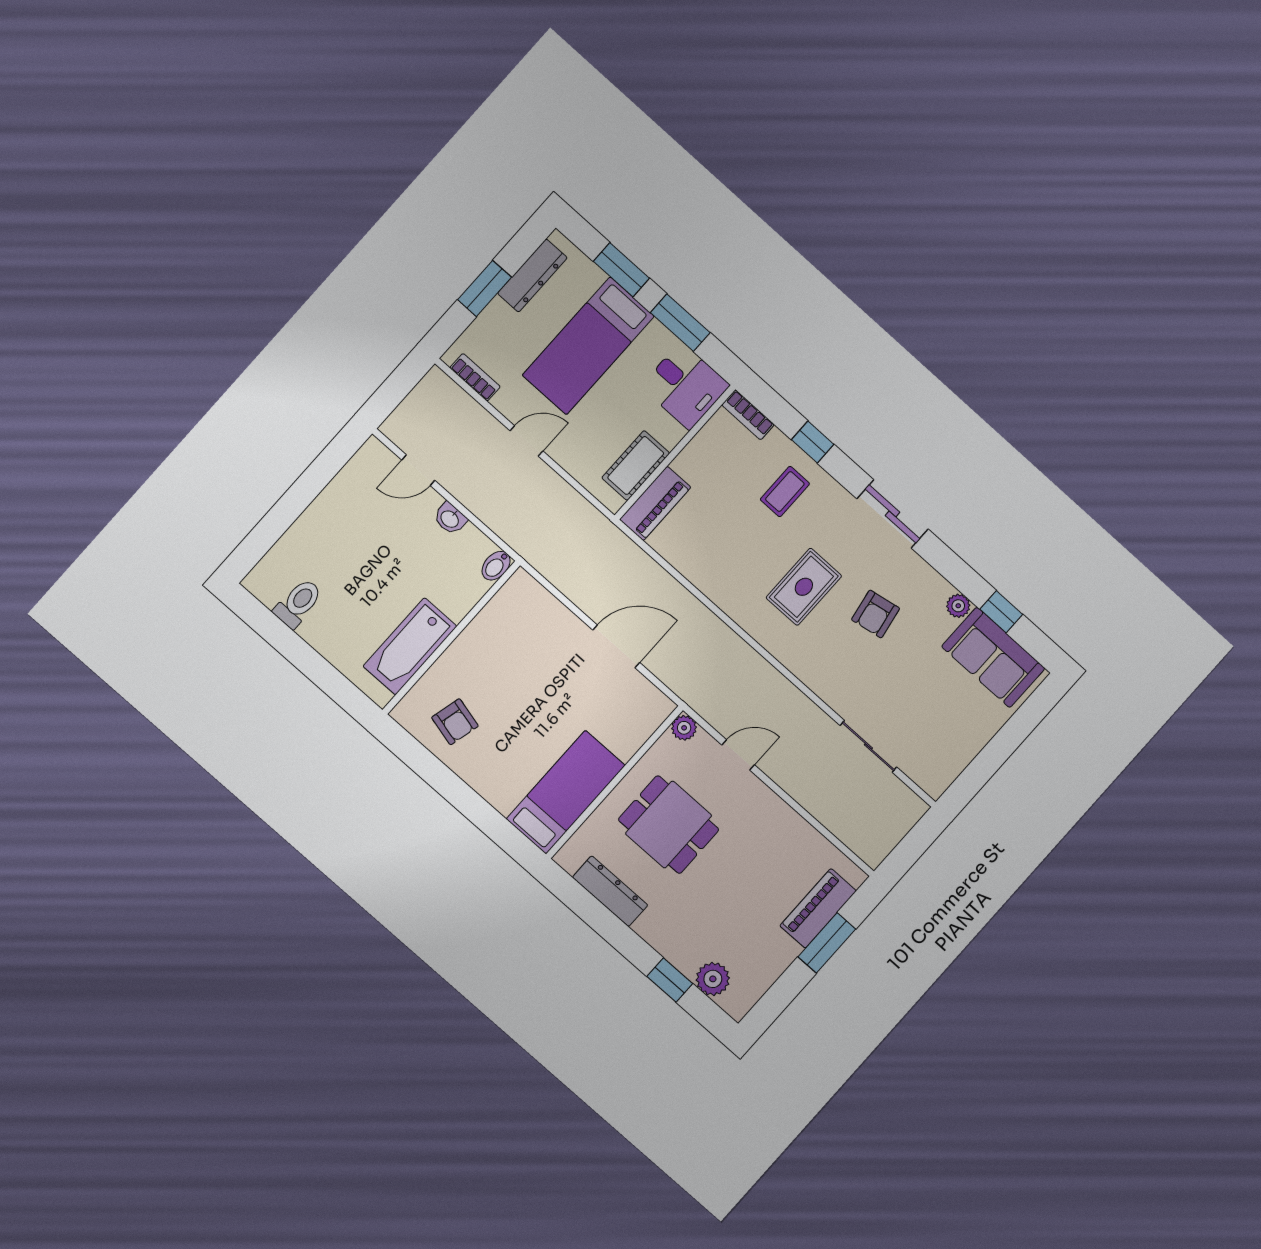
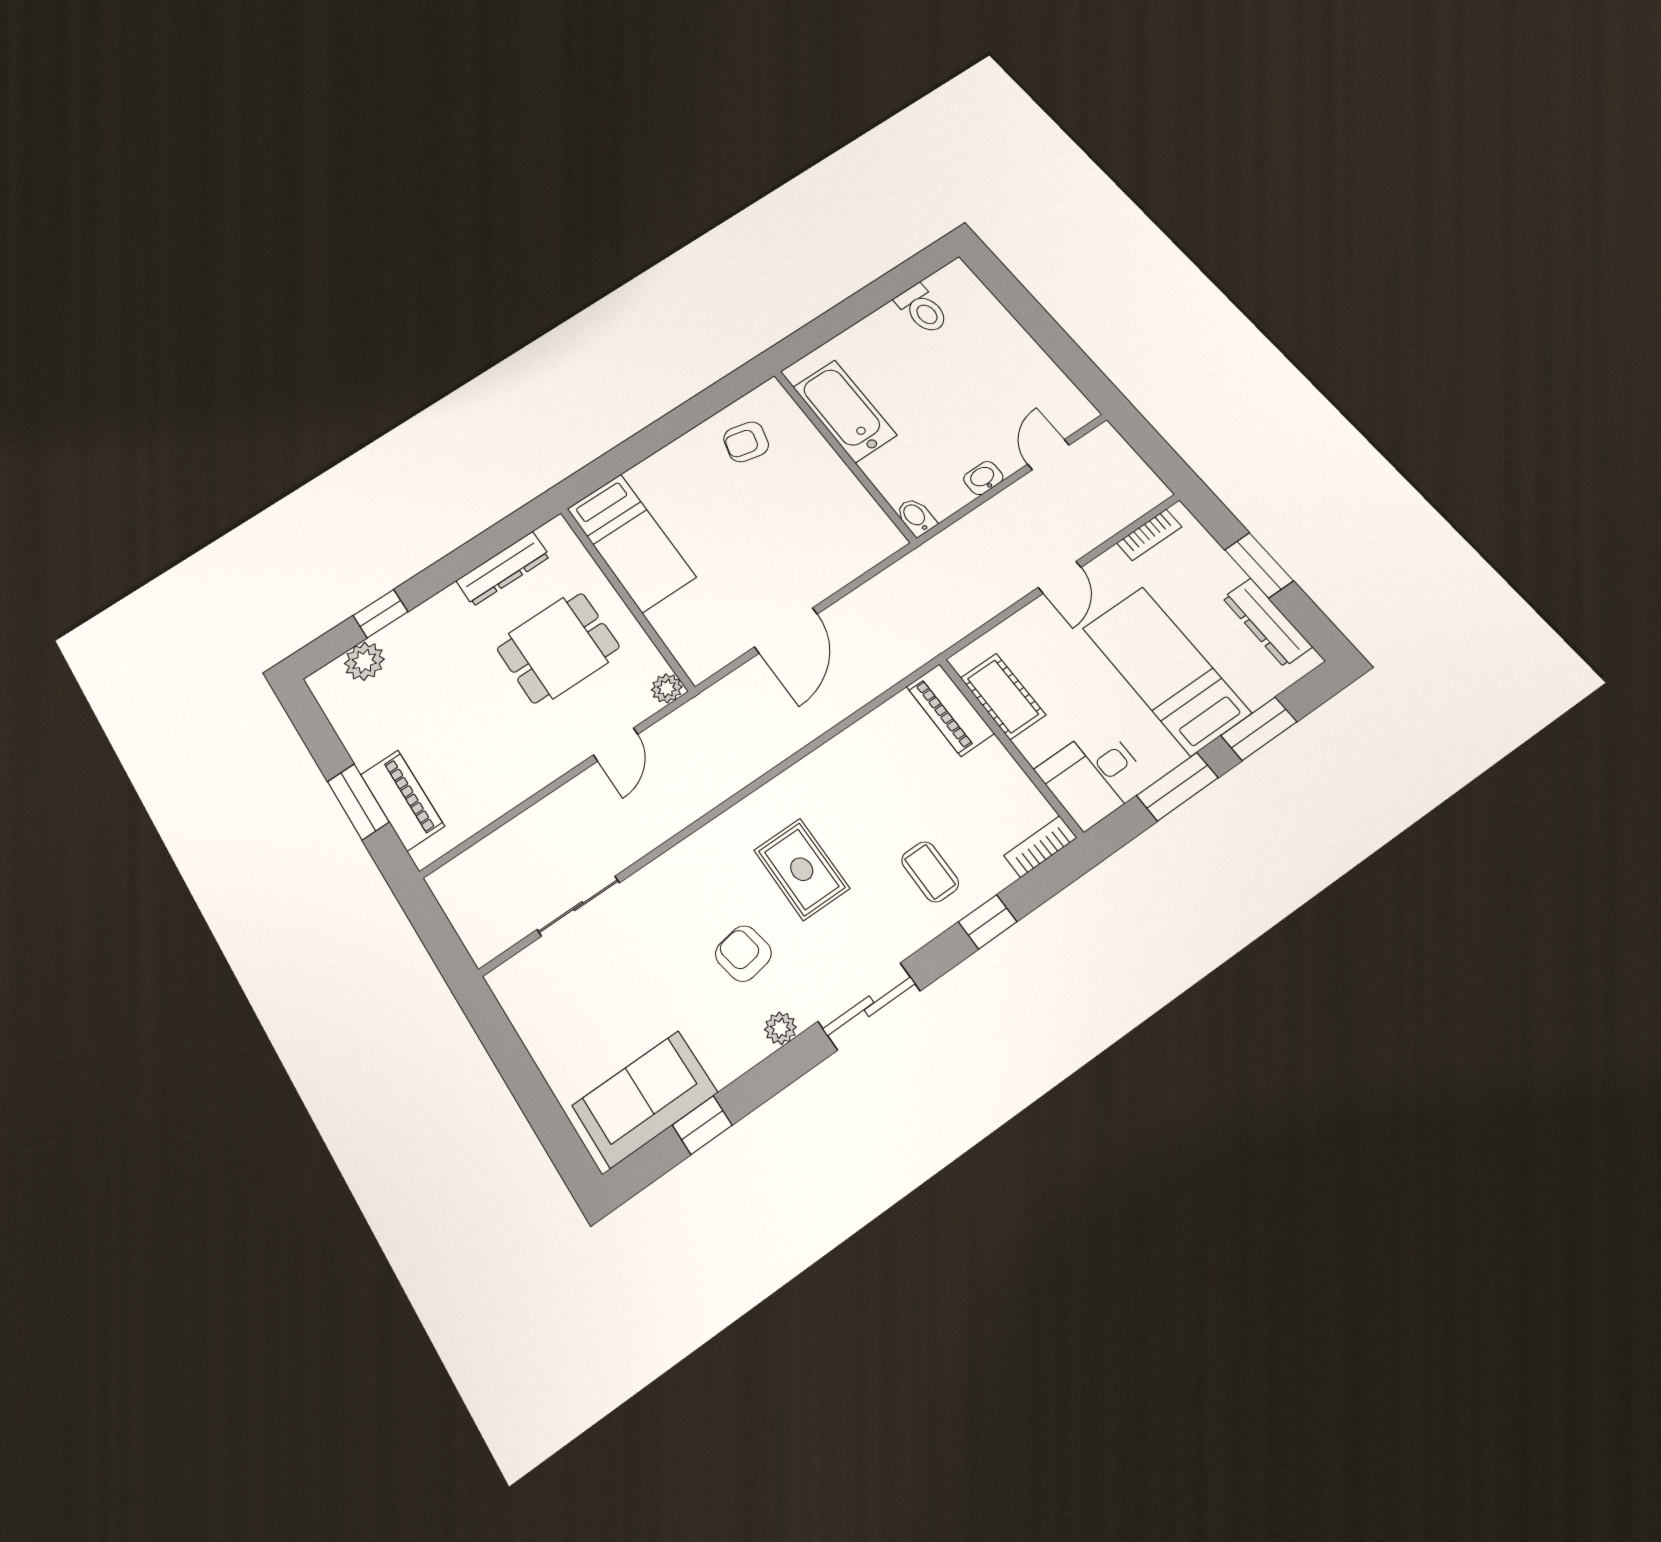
plant: (958, 606) -> (780, 1028), moved

